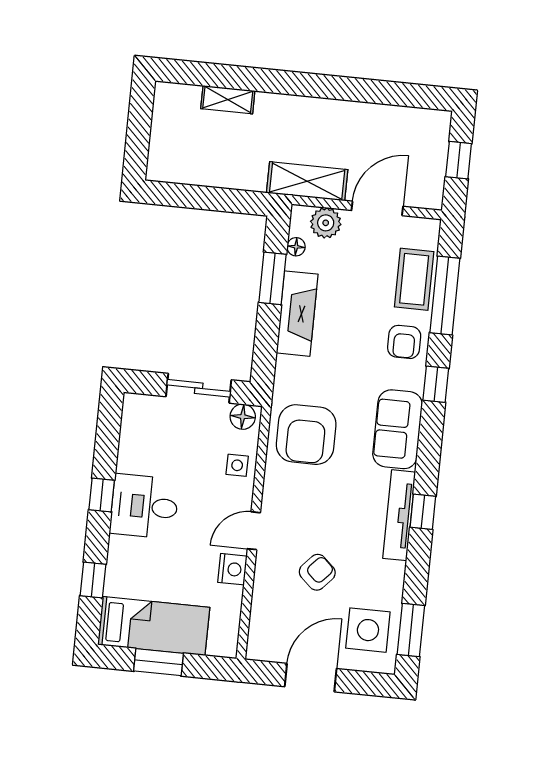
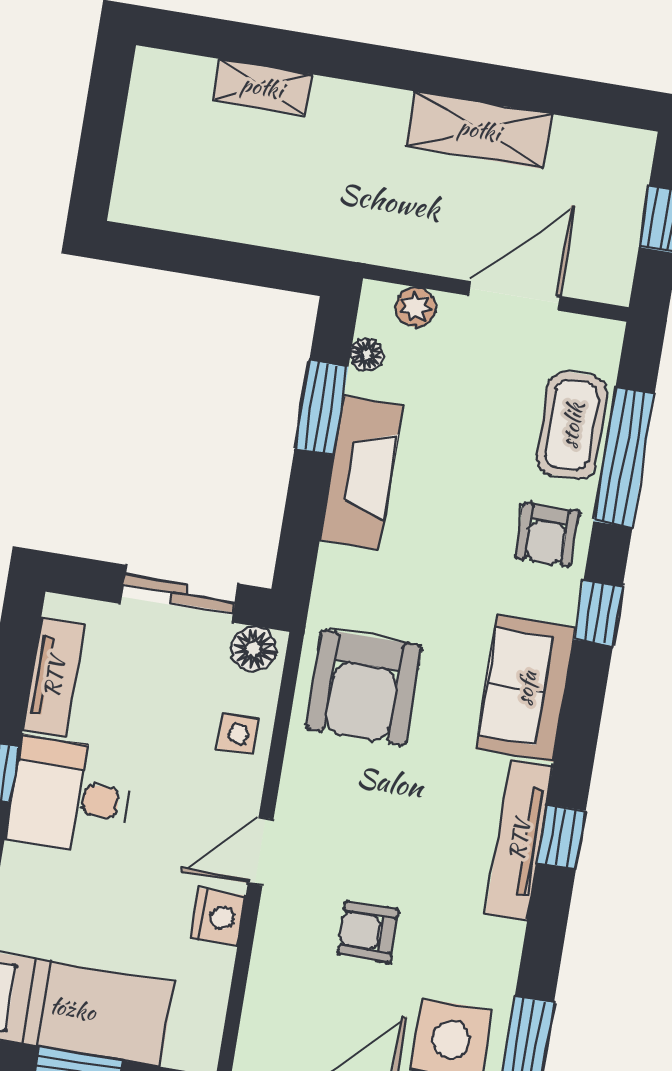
shelving: (307, 181) -> (479, 130), moved
plant: (326, 223) -> (416, 307), width x0.73, depth x0.73
tv unit: (131, 440) -> (54, 677), added
armchair: (317, 572) -> (368, 932), turned -133

